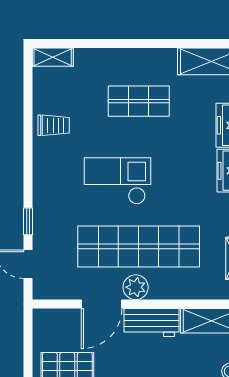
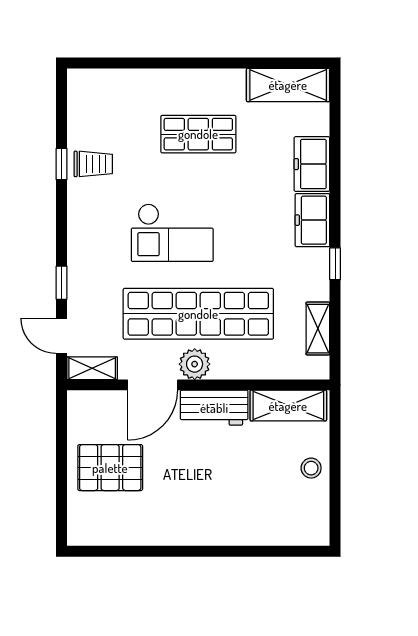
shelving: (53, 57) -> (92, 368), moved
window: (28, 125) -> (62, 164), added
checkout: (118, 181) -> (172, 233), turned 180

